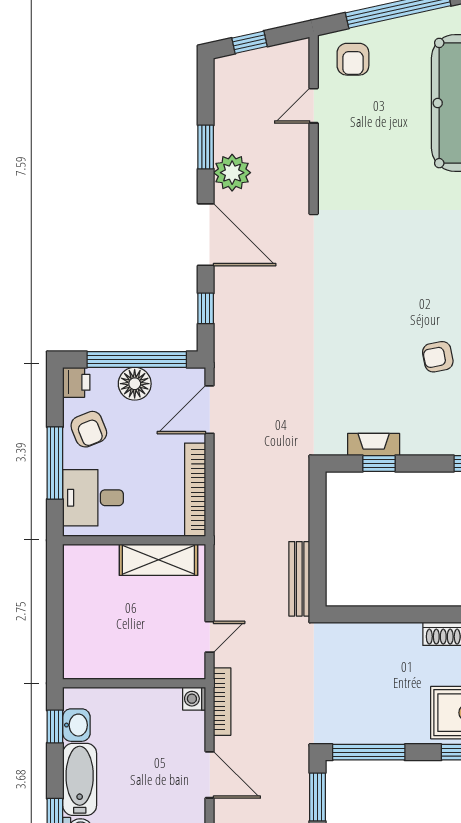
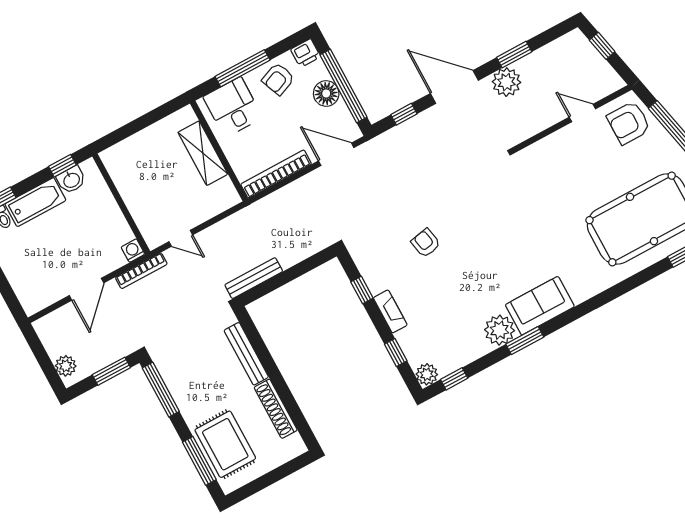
armchair: (353, 59) -> (629, 123), width x1.38, depth x1.38
door: (206, 235) -> (454, 87), swing flipped
armchair: (438, 357) -> (426, 243), moved
fireplace: (374, 445) -> (390, 311), moved
shelving: (158, 560) -> (203, 153), moved
bench: (380, 633) -> (246, 354), added

